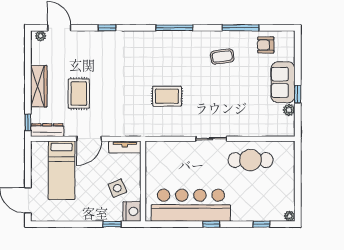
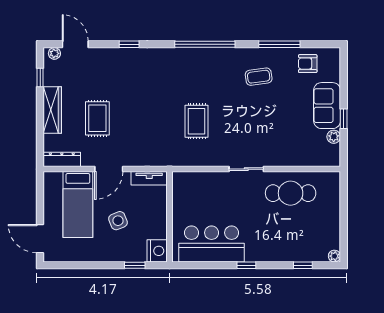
window: (174, 28) -> (205, 44), width x1.46
rug: (167, 96) -> (197, 121), turned 90
window: (28, 122) -> (40, 77), moved
side table: (117, 188) -> (118, 221), moved
bar counter: (191, 205) -> (212, 244), width x0.73

